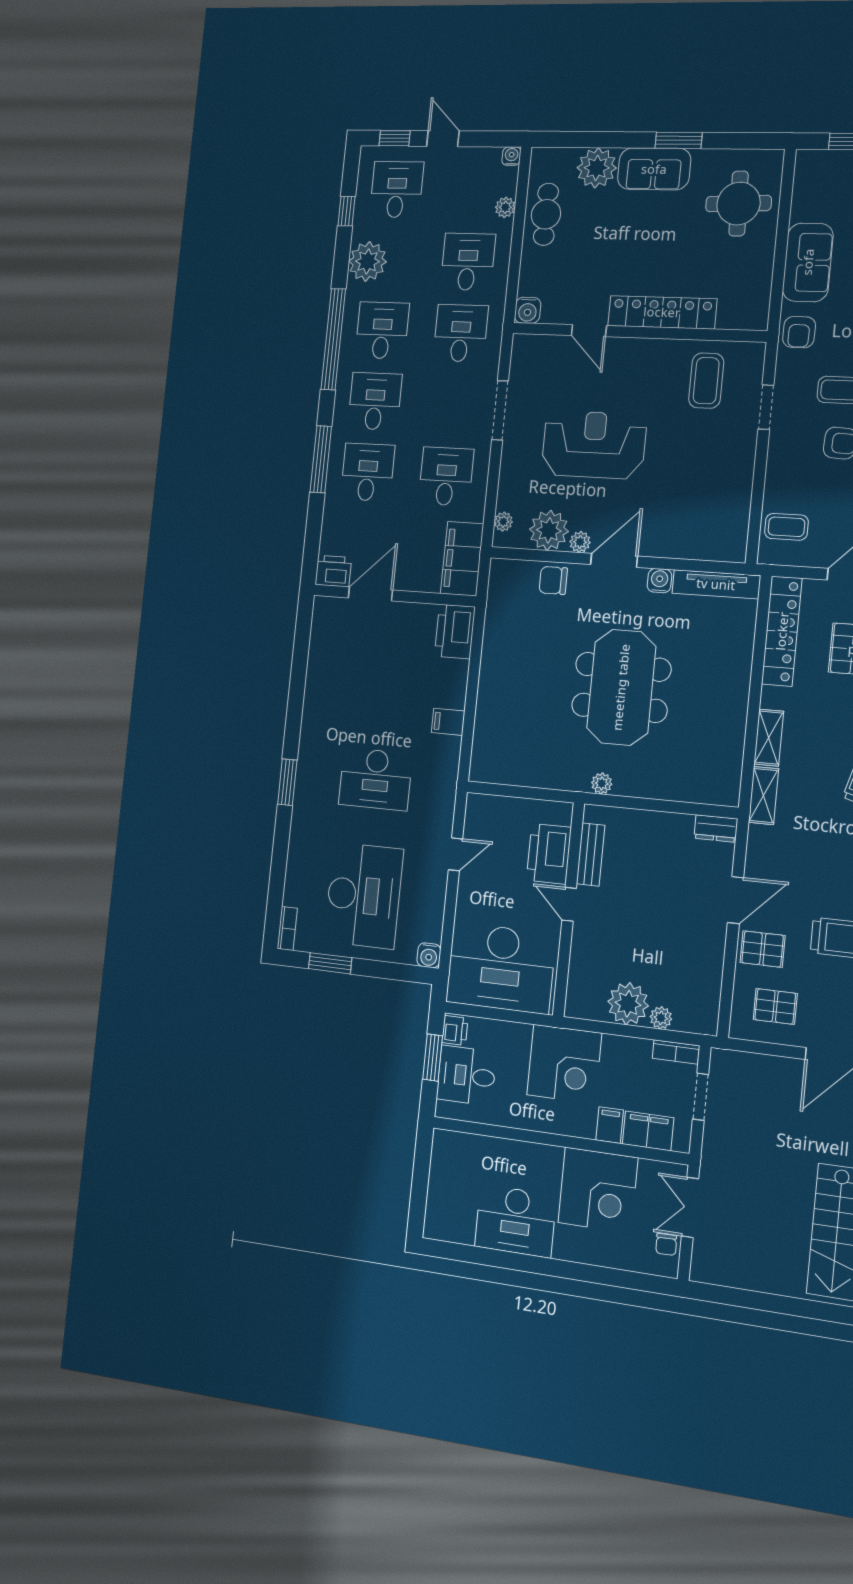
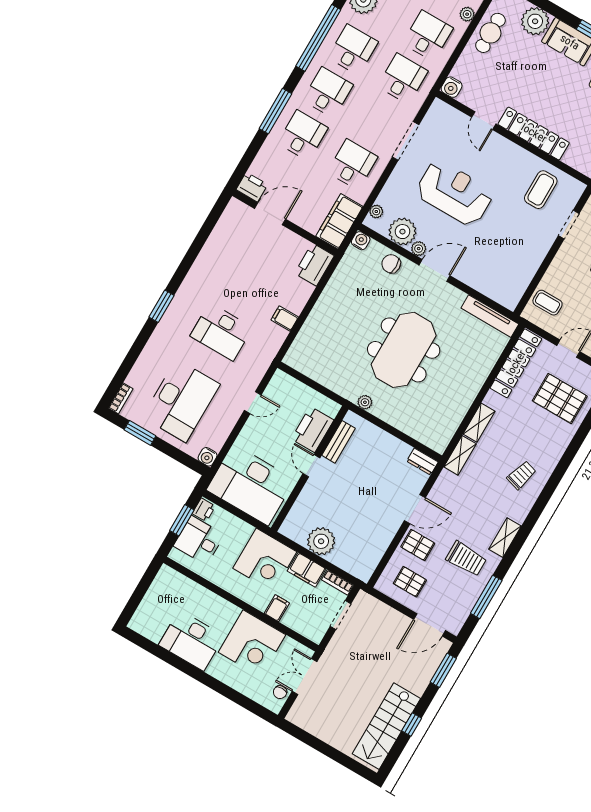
water cooler: (659, 581) -> (361, 241), moved
plant: (661, 1018) -> (338, 558), removed
filing cabinet: (648, 1131) -> (307, 570), moved, turned 180

